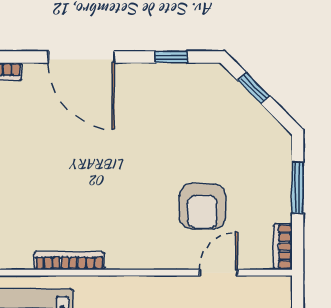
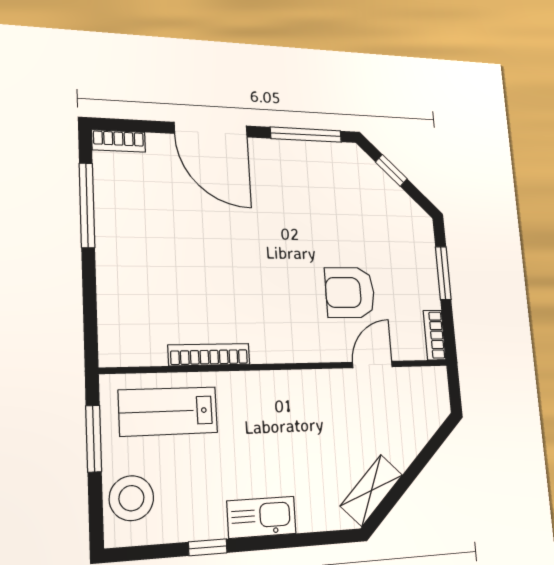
window: (171, 57) -> (306, 135), width x2.17
armchair: (202, 206) -> (350, 292), turned 90

